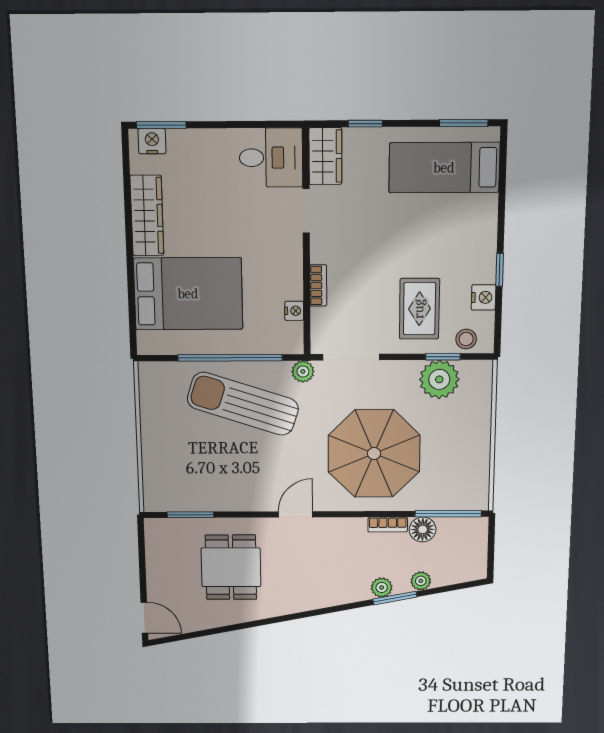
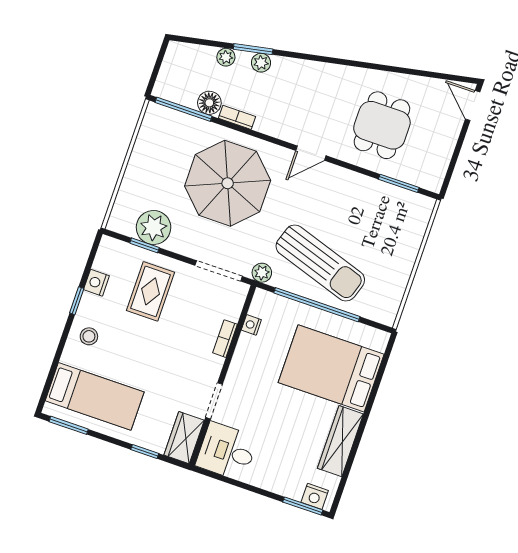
stool: (466, 339) -> (89, 336), moved

